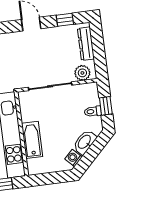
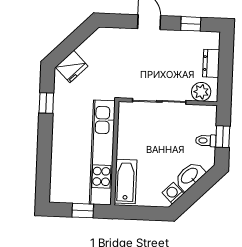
dresser: (86, 44) -> (211, 63), width x0.70
bathtub: (32, 140) -> (126, 181), moved

